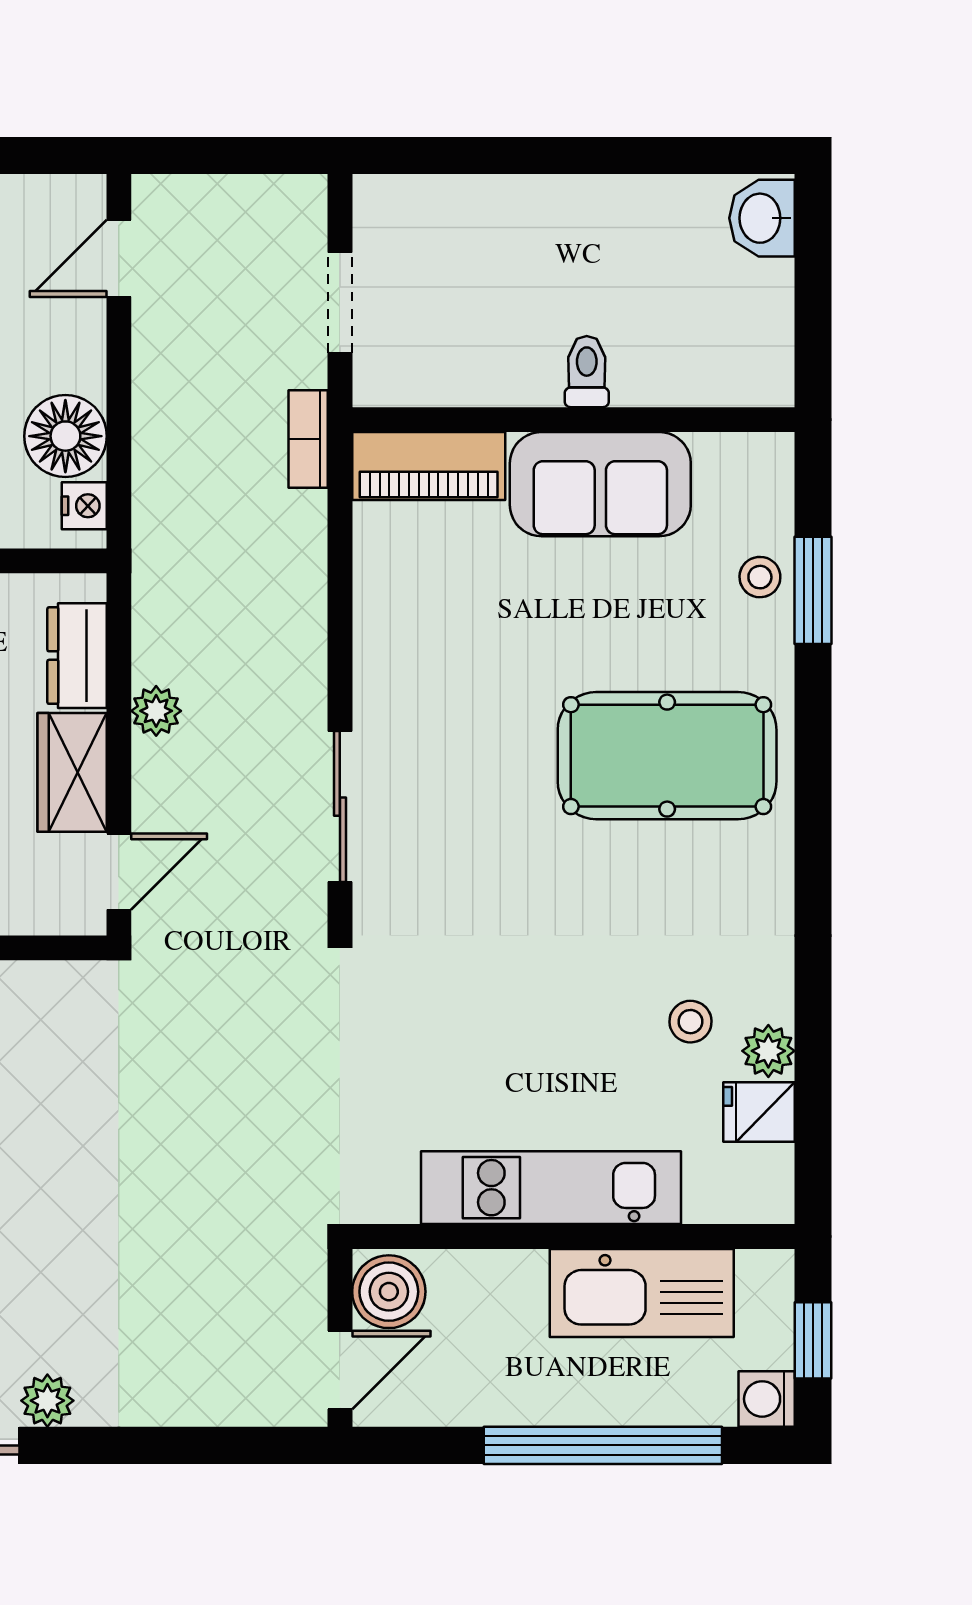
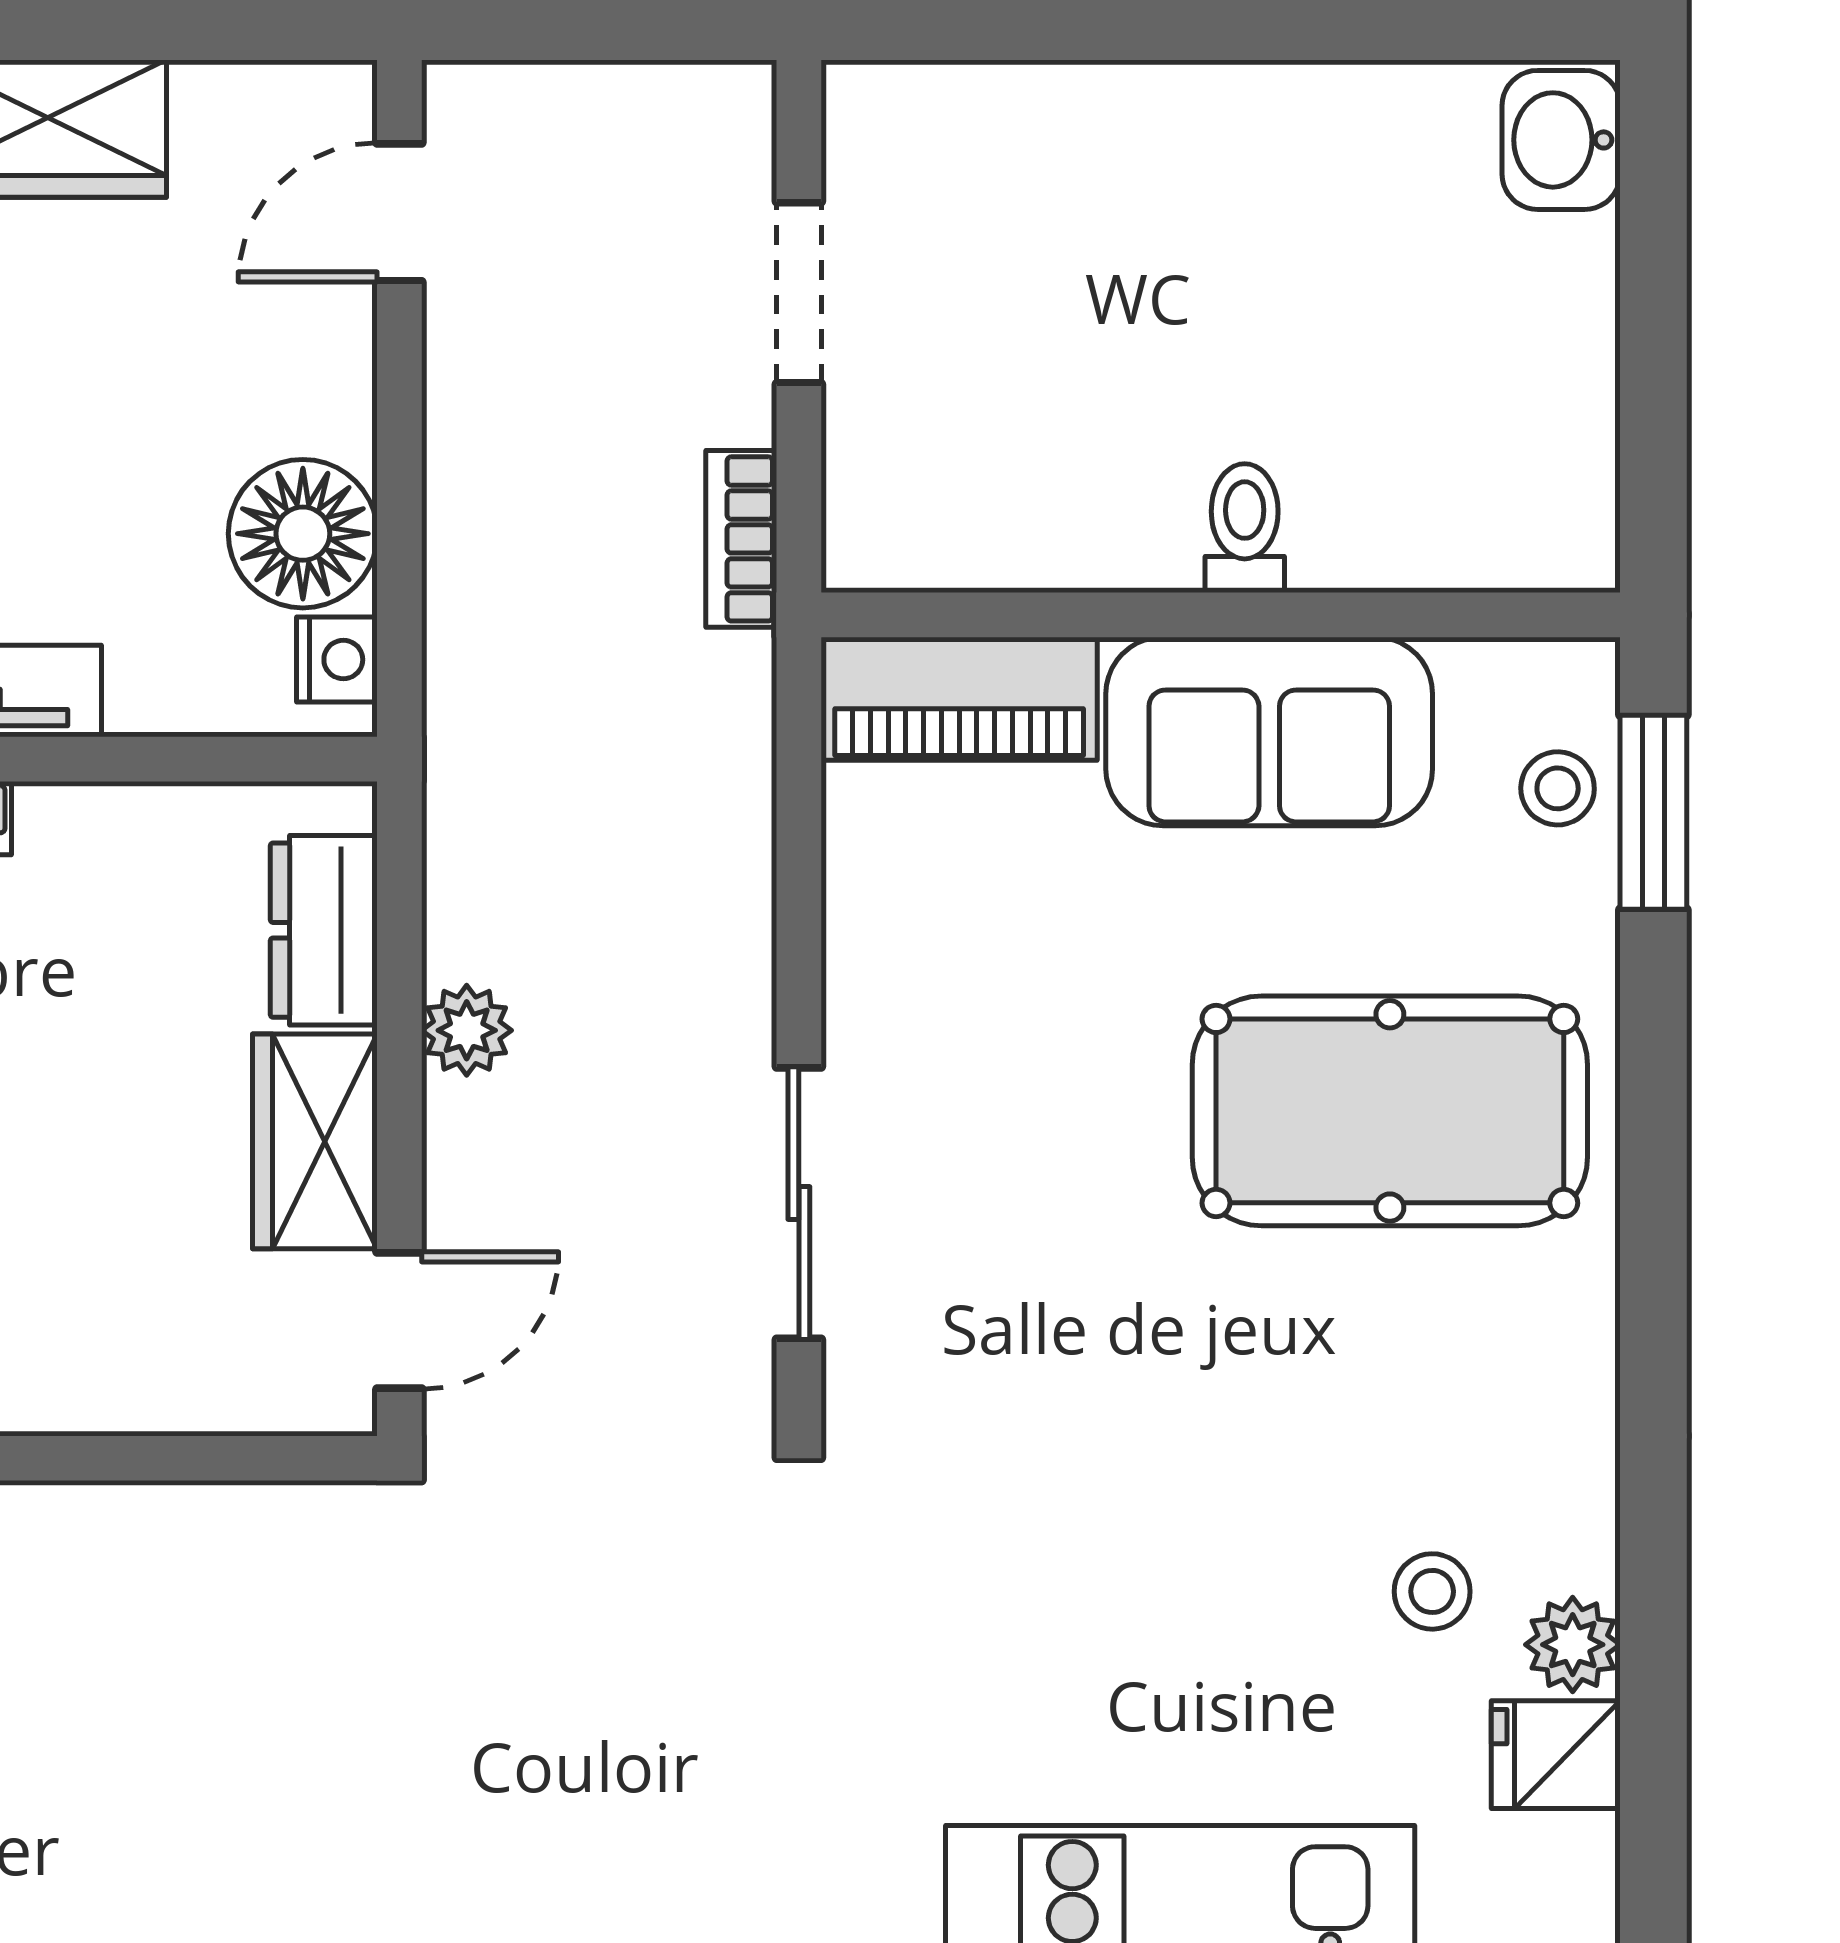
toilet: (587, 372) -> (1245, 528), moved
wall: (573, 420) -> (1221, 615), moved
piano: (429, 466) -> (959, 699), moved
sofa: (600, 484) -> (1269, 731), moved

